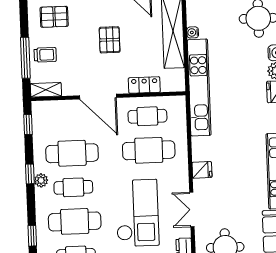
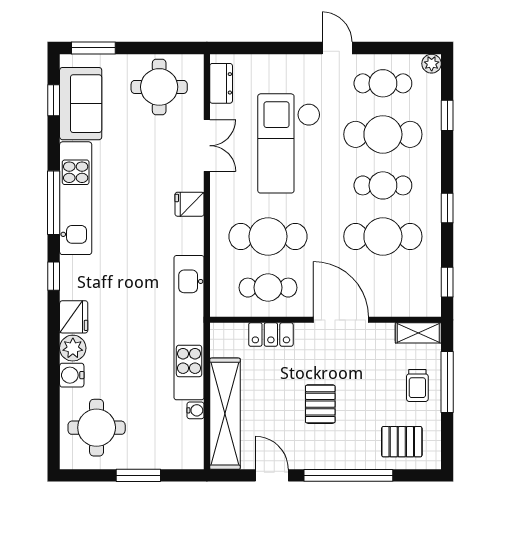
trolley: (45, 55) -> (417, 385), turned -90
plant: (41, 180) -> (431, 198), removed

